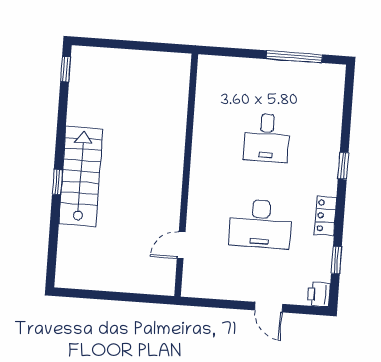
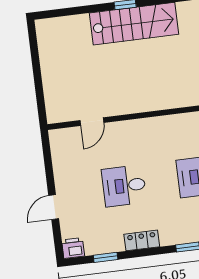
desk: (260, 224) -> (124, 186), width x0.73
door: (181, 245) -> (92, 122), swing flipped

